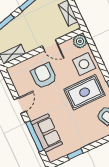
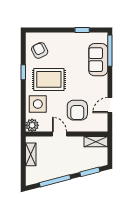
door: (20, 106) -> (110, 105), moved
window: (35, 136) -> (110, 51), moved

